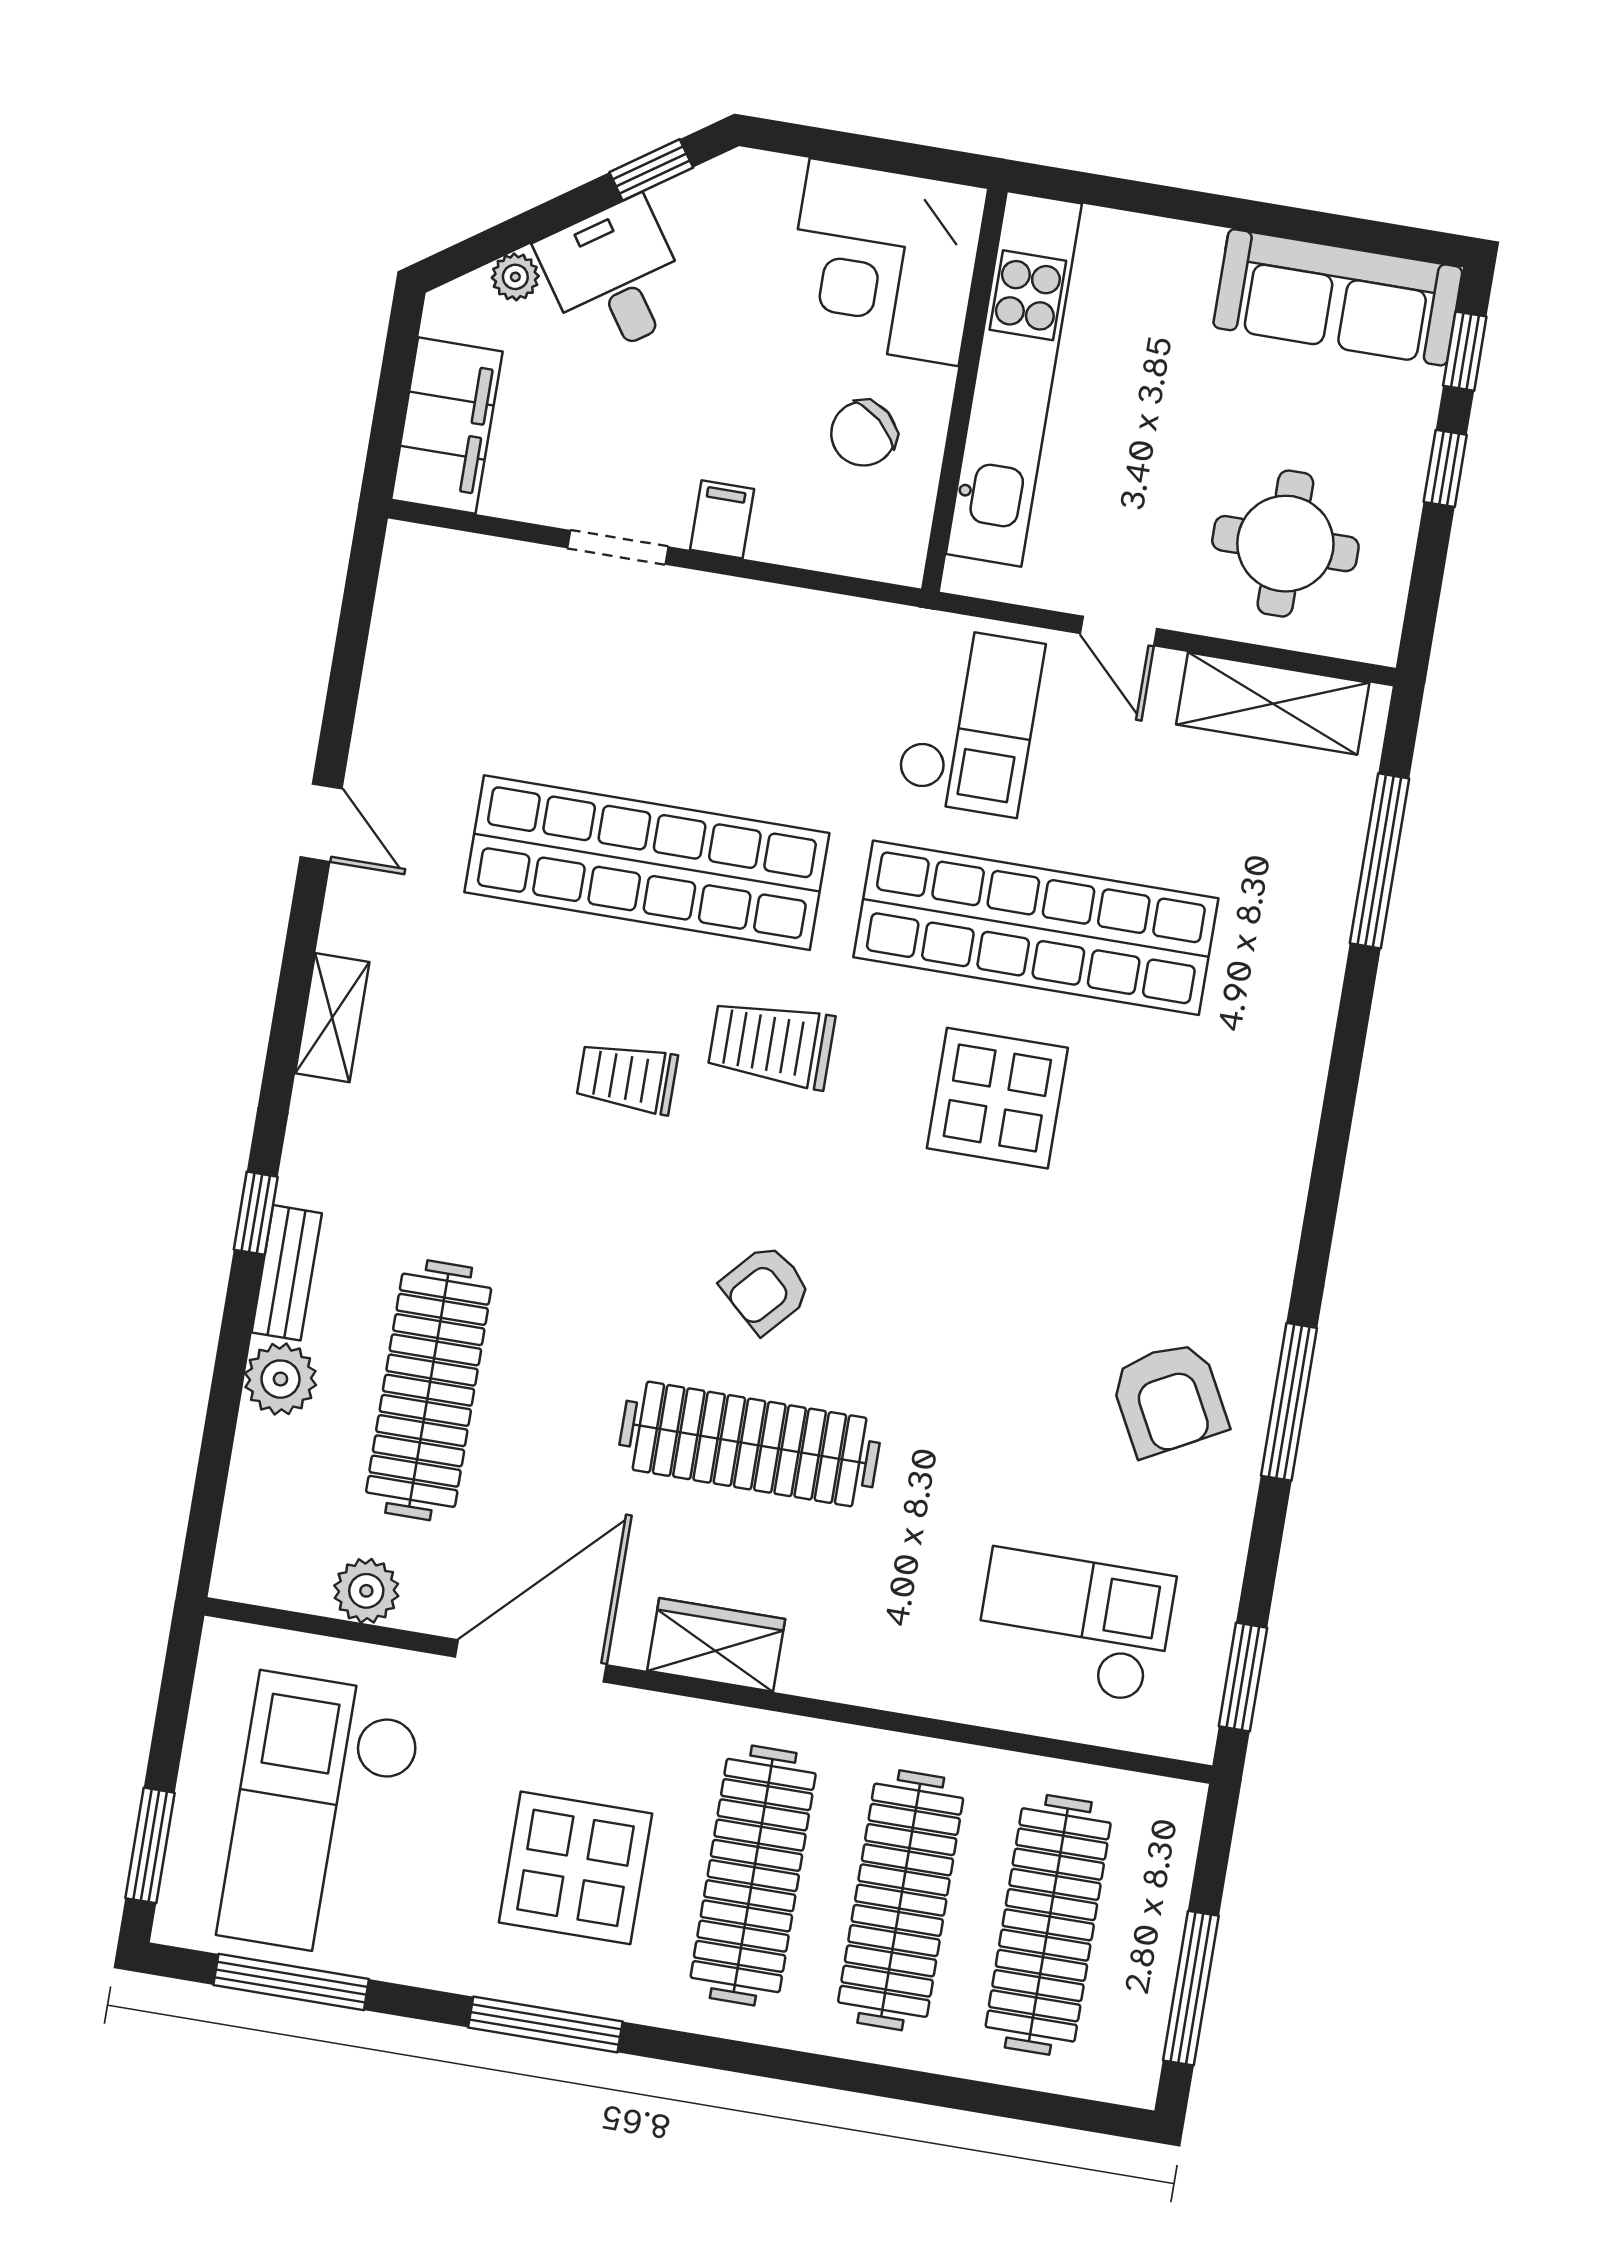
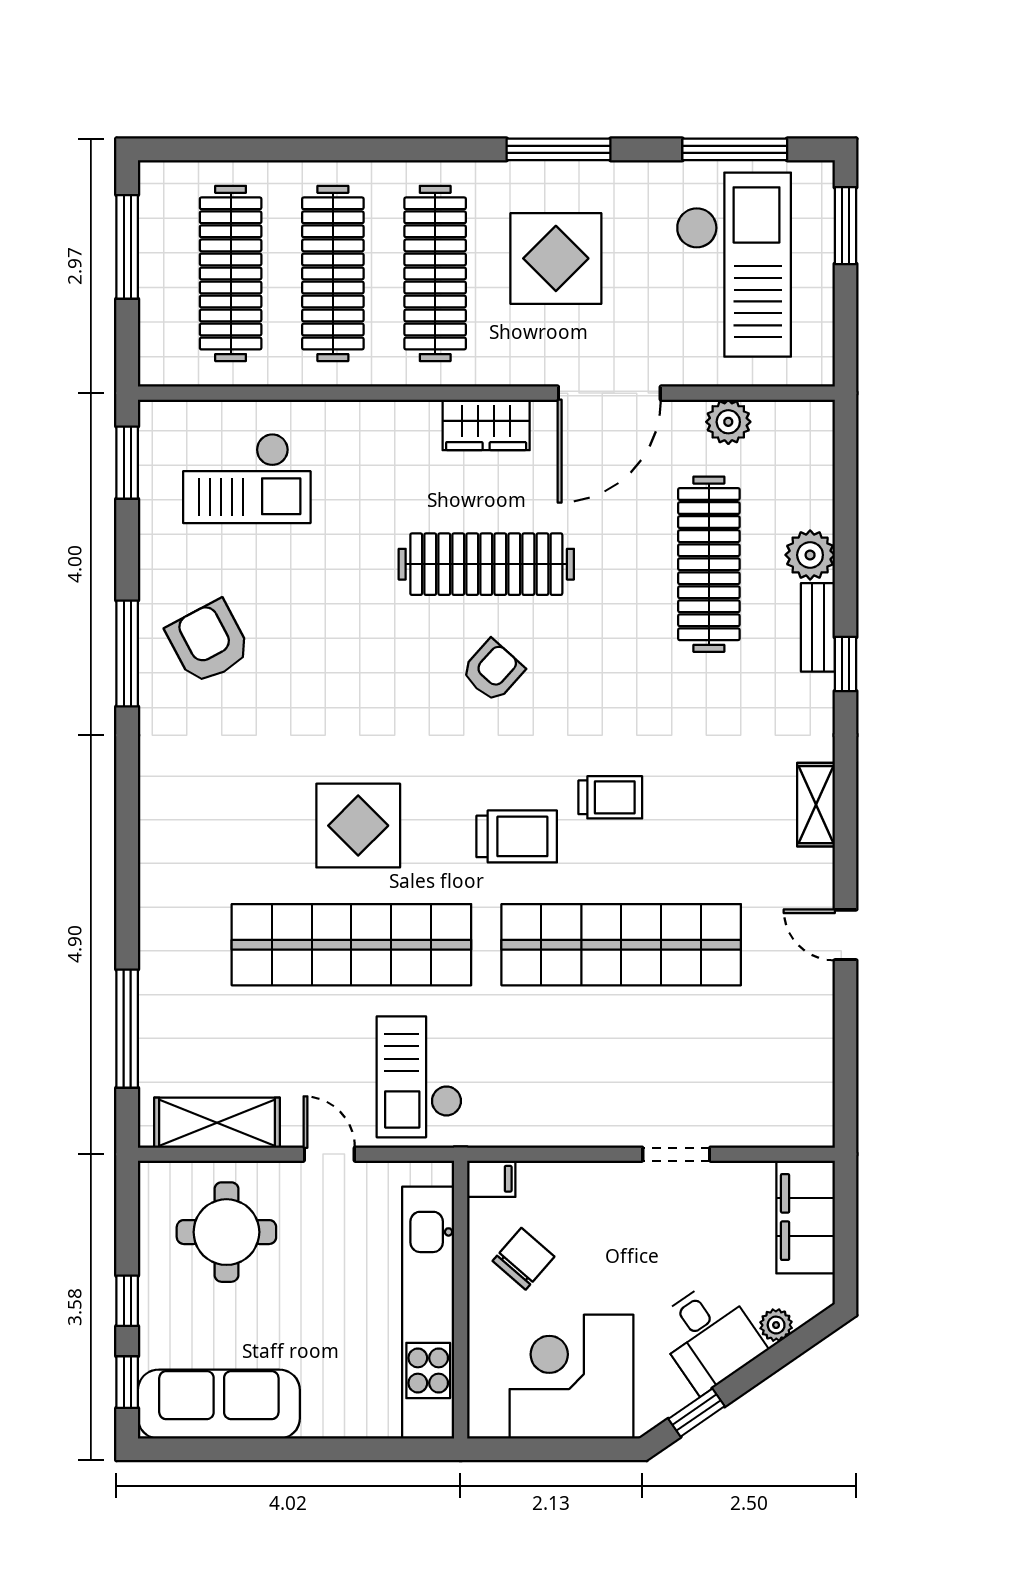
corner desk: (884, 262) -> (571, 1377), moved, turned -90
filing cabinet: (722, 519) -> (491, 1179), moved, turned -90

